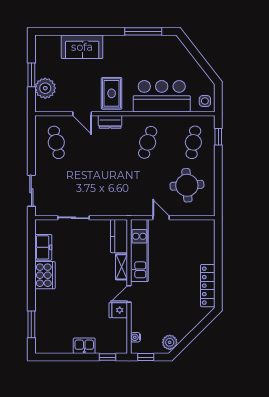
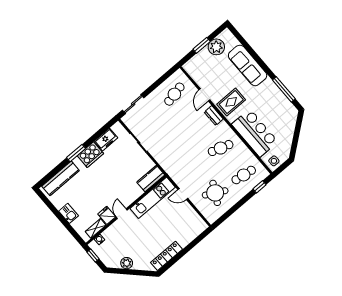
sofa: (82, 47) -> (248, 65), width x1.36
plant: (45, 88) -> (216, 47), moved
round table: (187, 185) -> (215, 193), turned 32
door: (161, 218) -> (183, 194), swing flipped
shelving: (121, 267) -> (96, 228), moved
door: (129, 294) -> (122, 214), hinge flipped
window: (31, 324) -> (76, 153), moved
kitchen counter: (43, 324) -> (61, 178), added
plant: (170, 342) -> (127, 263), moved
window: (107, 357) -> (74, 233), removed

